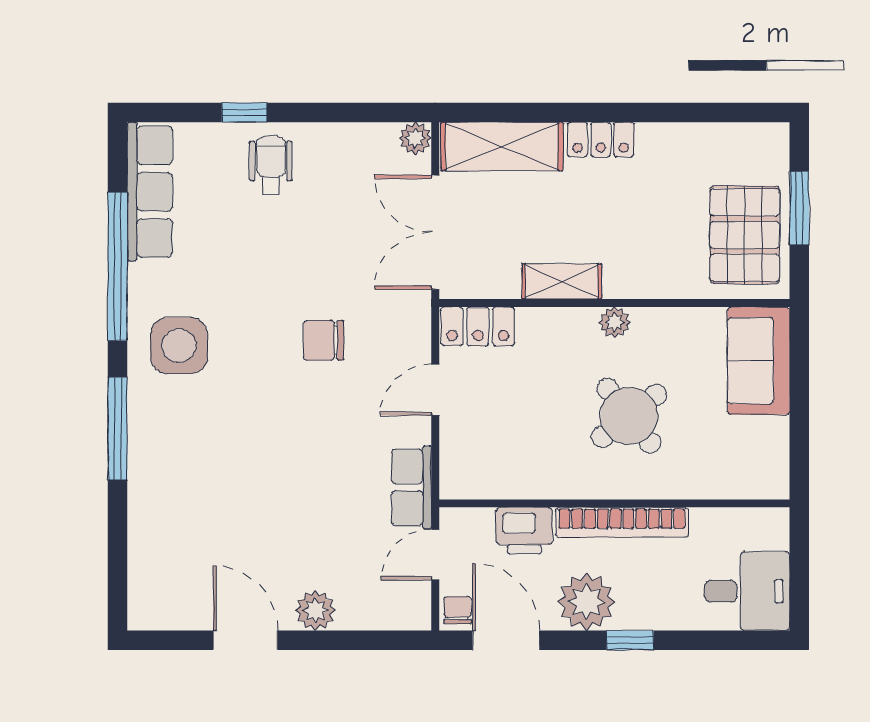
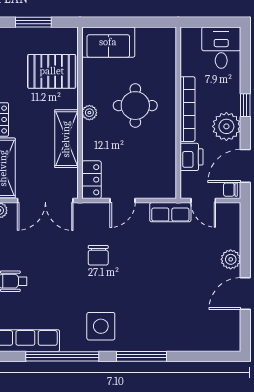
pallet: (745, 235) -> (52, 71), moved
shelving: (562, 281) -> (66, 139), width x1.50, depth x1.33
door: (435, 390) -> (123, 201), hinge flipped
round table: (629, 416) -> (135, 106), turned 38

